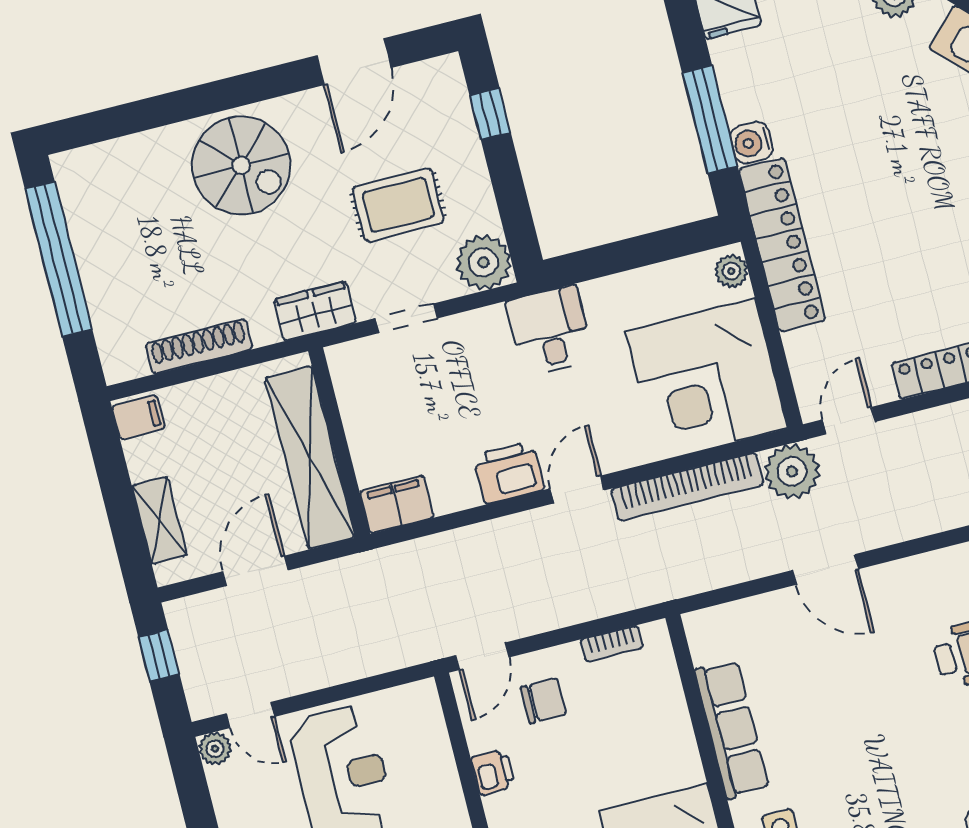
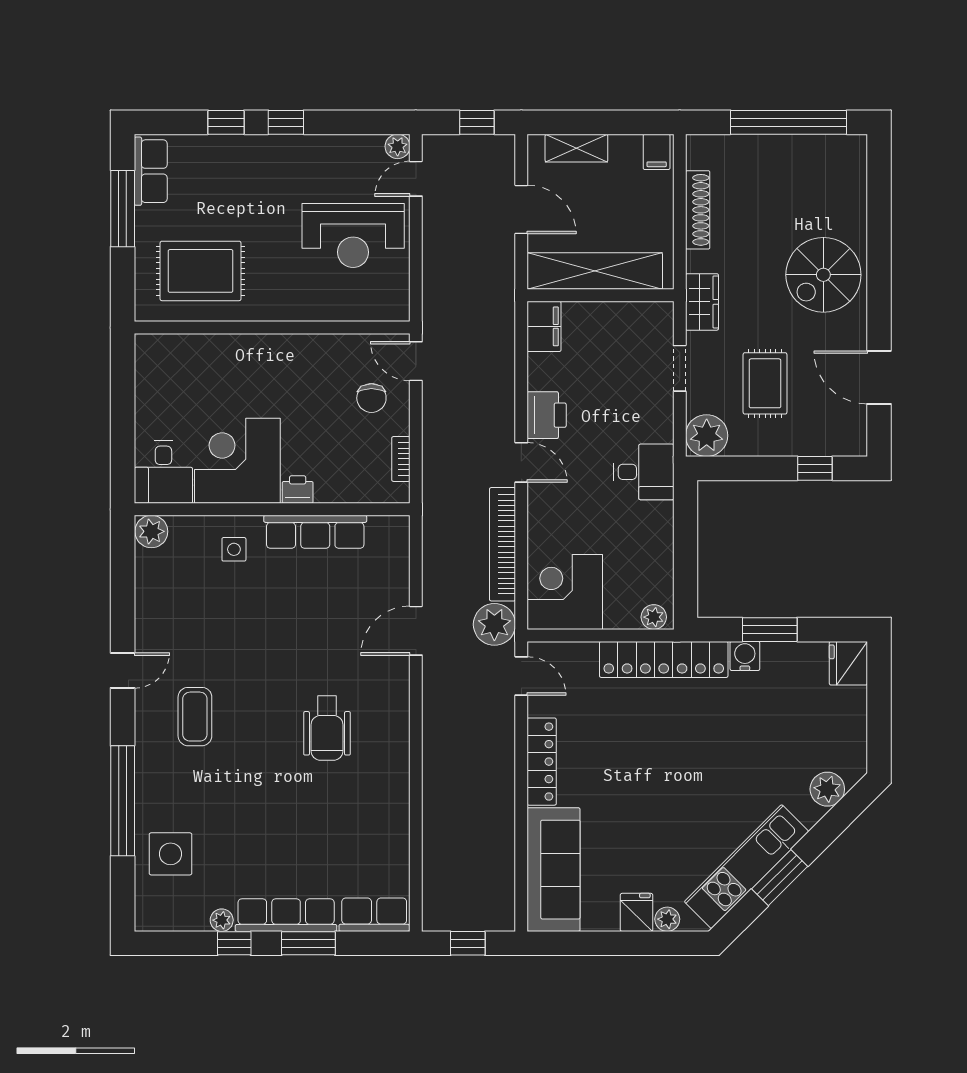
window: (710, 120) -> (770, 630), width x0.69
corner desk: (706, 380) -> (565, 592), width x0.74, depth x0.74
printer: (493, 772) -> (298, 490), moved, turned 180

